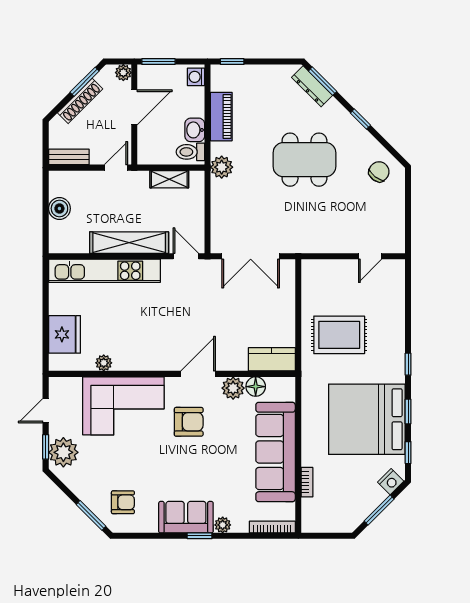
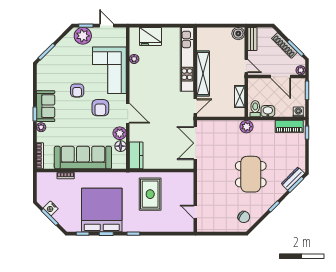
piano: (221, 117) -> (289, 126), moved
boiler: (59, 208) -> (238, 34), moved
nightstand: (391, 482) -> (51, 208), moved
armchair: (123, 502) -> (77, 90), moved

